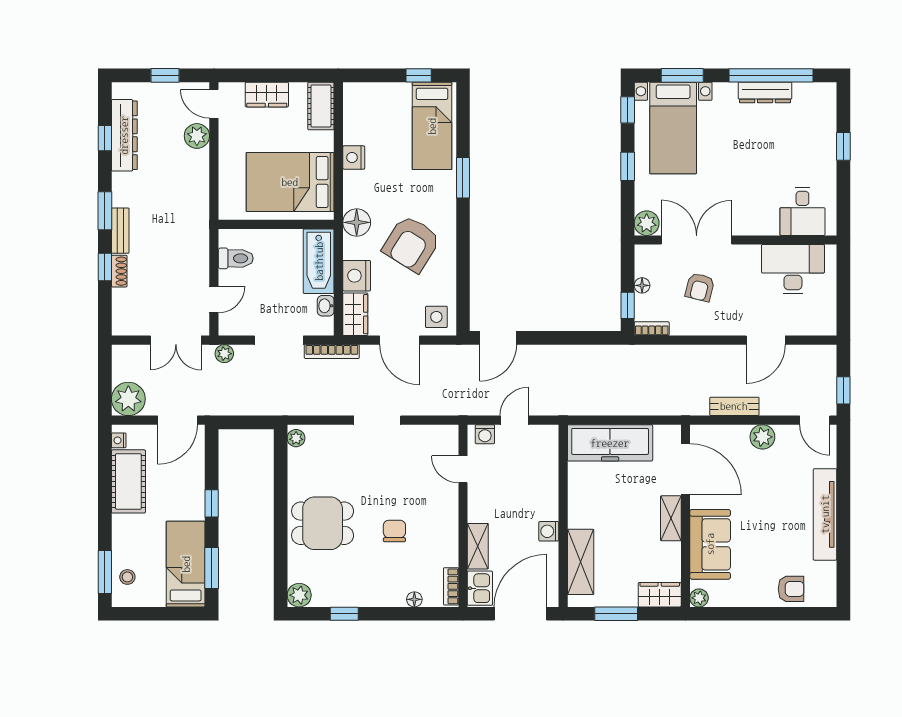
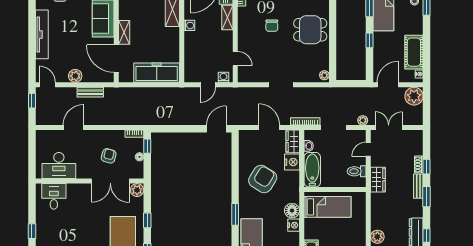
bed: (290, 182) -> (328, 207), width x0.67
floor lamp: (357, 222) -> (292, 211), moved
wardrobe: (196, 243) -> (378, 180), added
side table: (436, 317) -> (249, 140), removed

